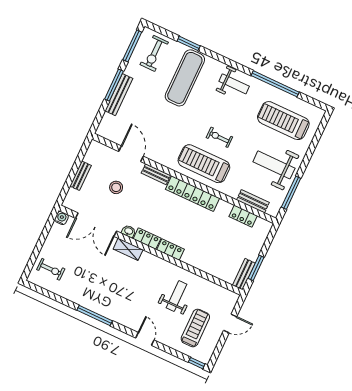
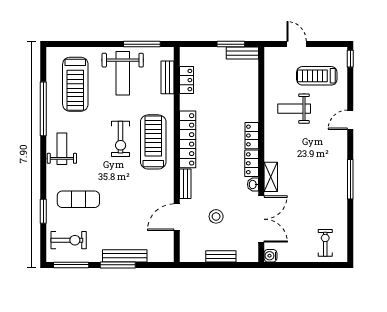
exercise mat: (185, 78) -> (78, 199), width x0.73, depth x0.69
exercise bike: (219, 137) -> (121, 139), width x1.38, depth x1.39
treadmill: (204, 164) -> (153, 142), turned 180

